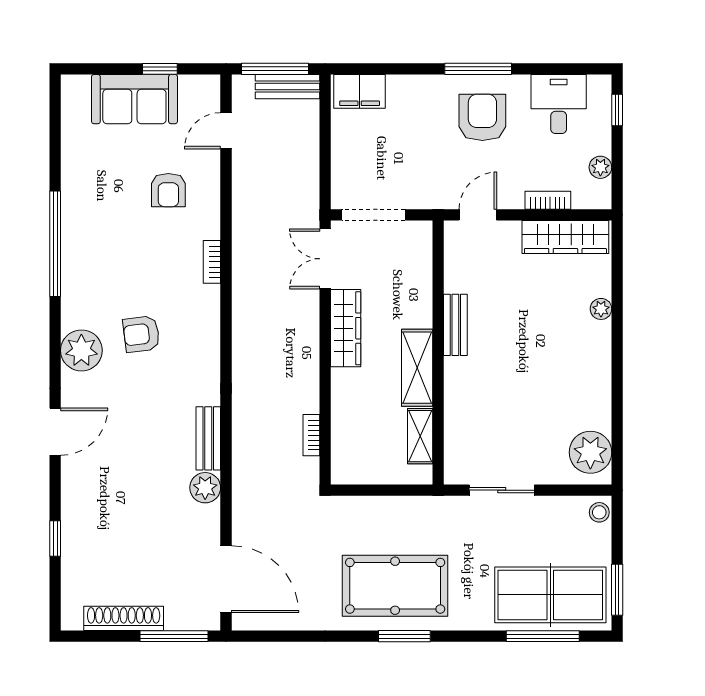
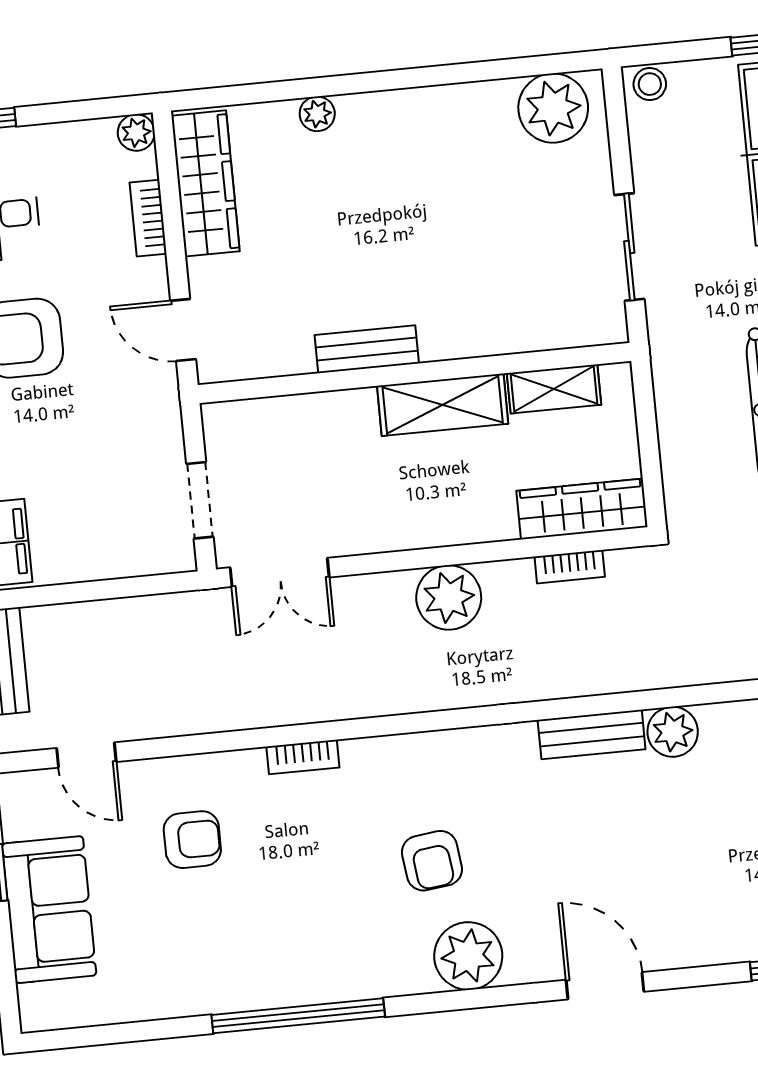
plant: (600, 167) -> (136, 133), moved
doorway: (374, 215) -> (200, 500), width x0.73
wardrobe: (346, 328) -> (582, 509), moved
plant: (300, 360) -> (449, 597), added

